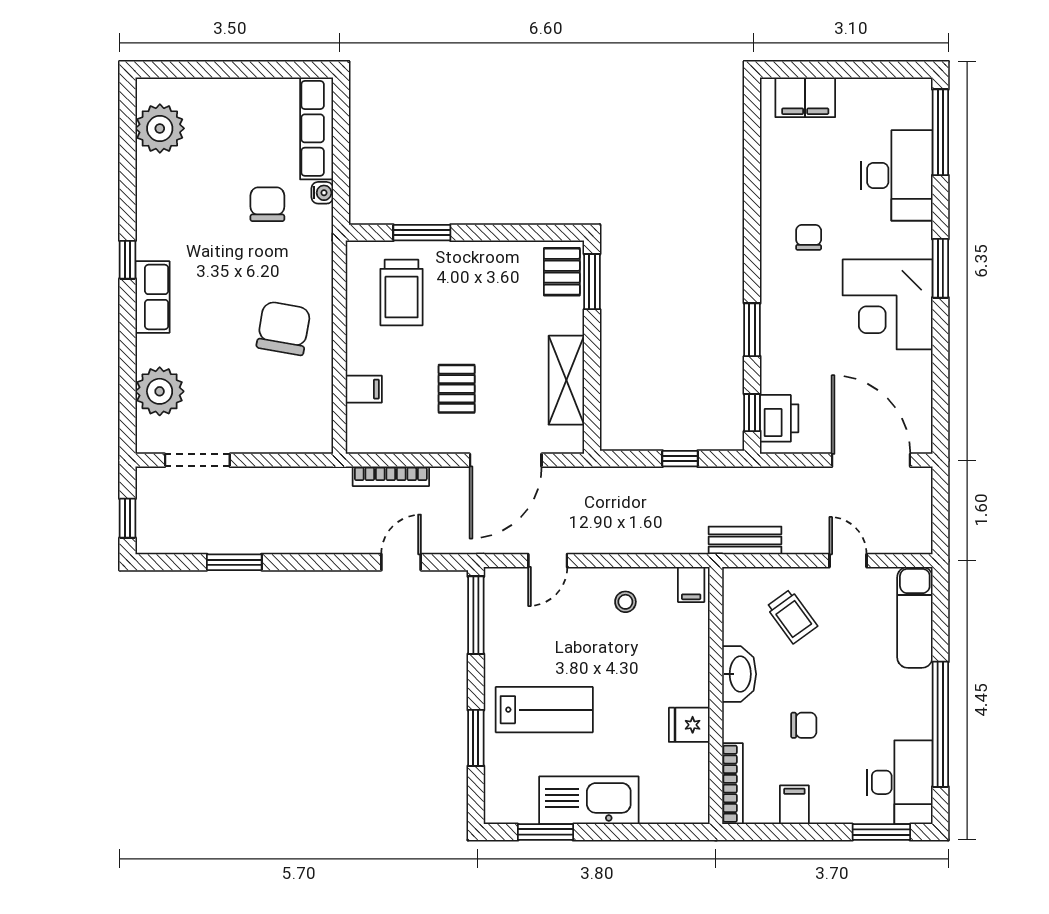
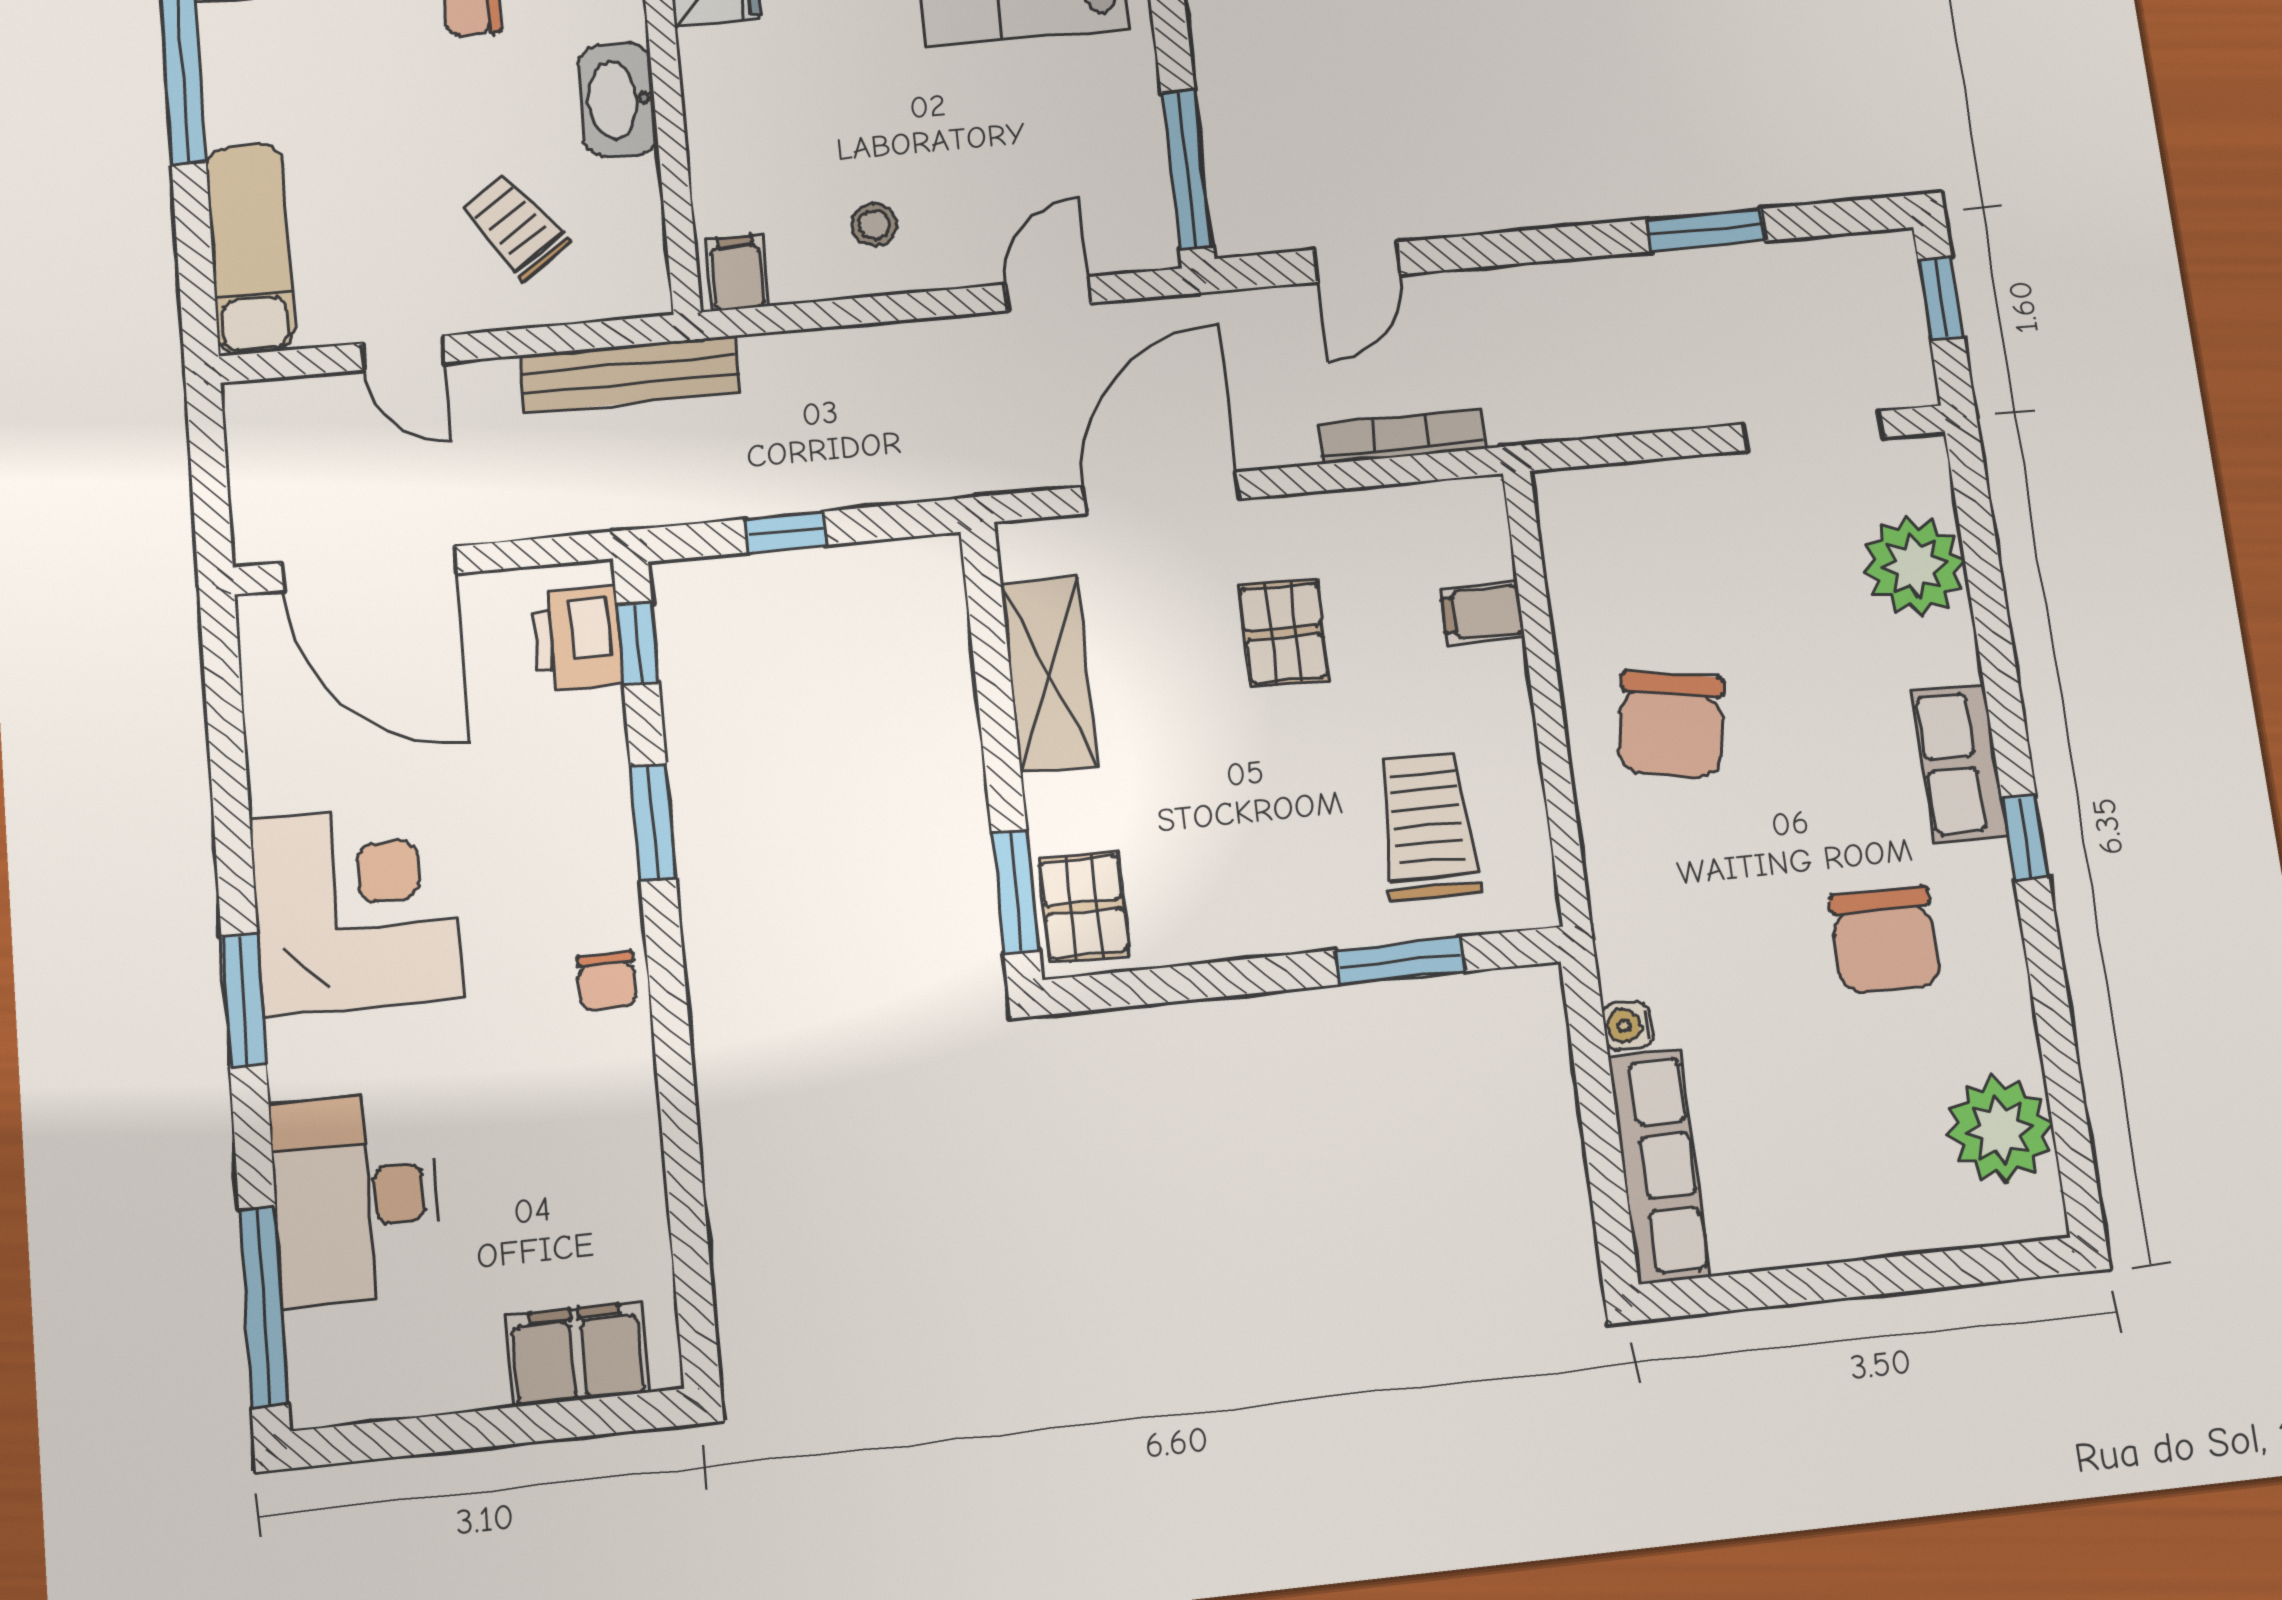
chair: (267, 204) -> (1885, 940), moved, width x1.37, depth x1.37
chair: (809, 237) -> (607, 981), moved
bench: (745, 540) -> (630, 374), width x1.36

